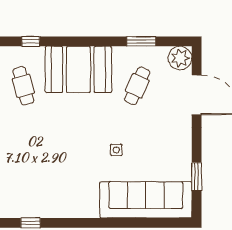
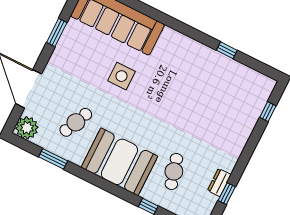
side table: (116, 150) -> (122, 76), width x1.87, depth x1.87
window: (197, 177) -> (57, 32), moved

